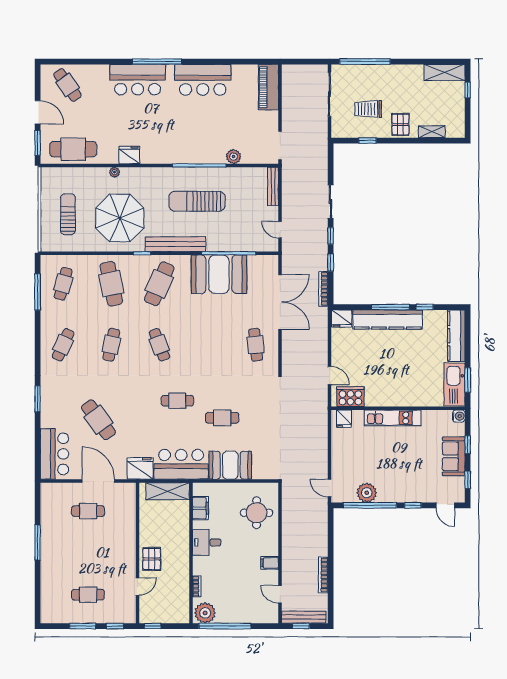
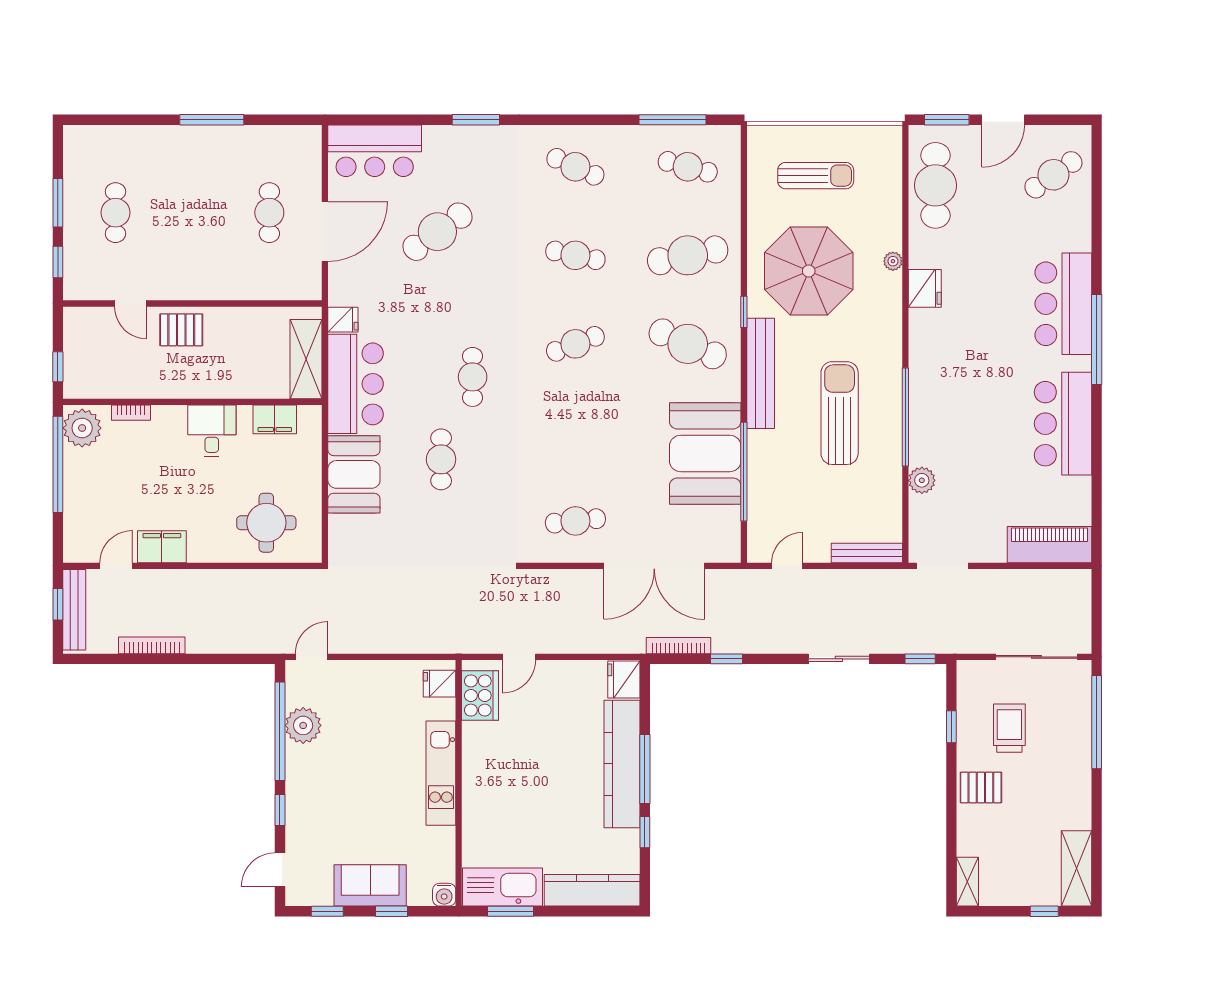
shelving: (432, 132) -> (967, 882), moved
window: (331, 236) -> (920, 659), moved
fridge: (140, 468) -> (343, 320), width x0.53, depth x0.75
filing cabinet: (270, 563) -> (162, 547), width x2.00
window: (153, 626) -> (58, 367), moved

